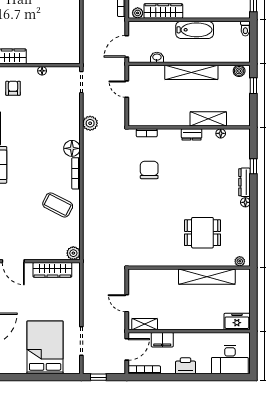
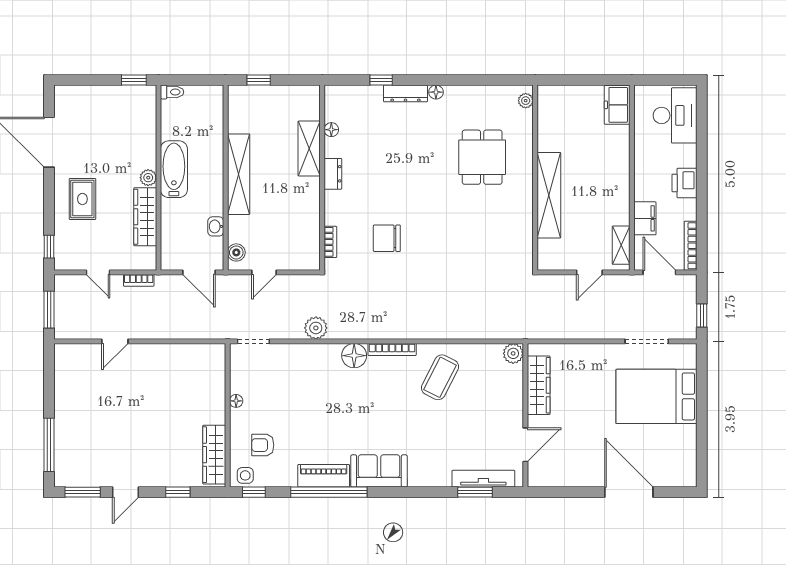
plant: (138, 13) -> (148, 178), moved
boiler: (239, 71) -> (236, 252), moved
shelving: (207, 277) -> (549, 195), moved

